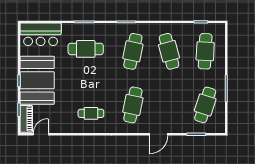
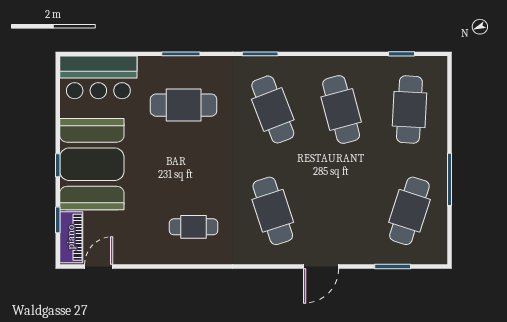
cafe table: (133, 51) -> (273, 109), turned -33
cafe table: (133, 105) -> (273, 211), turned -30

